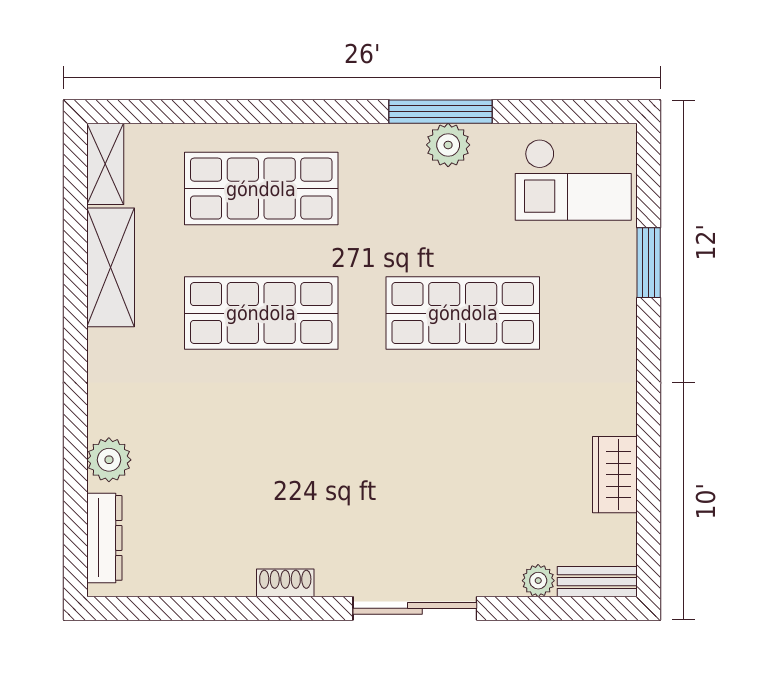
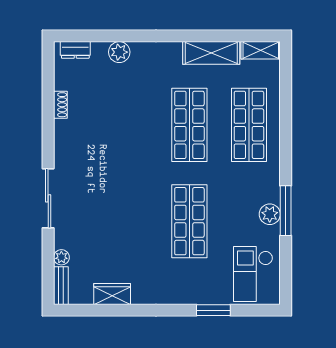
dresser: (104, 538) -> (75, 50), width x0.70
shoe rack: (285, 583) -> (60, 105), moved

